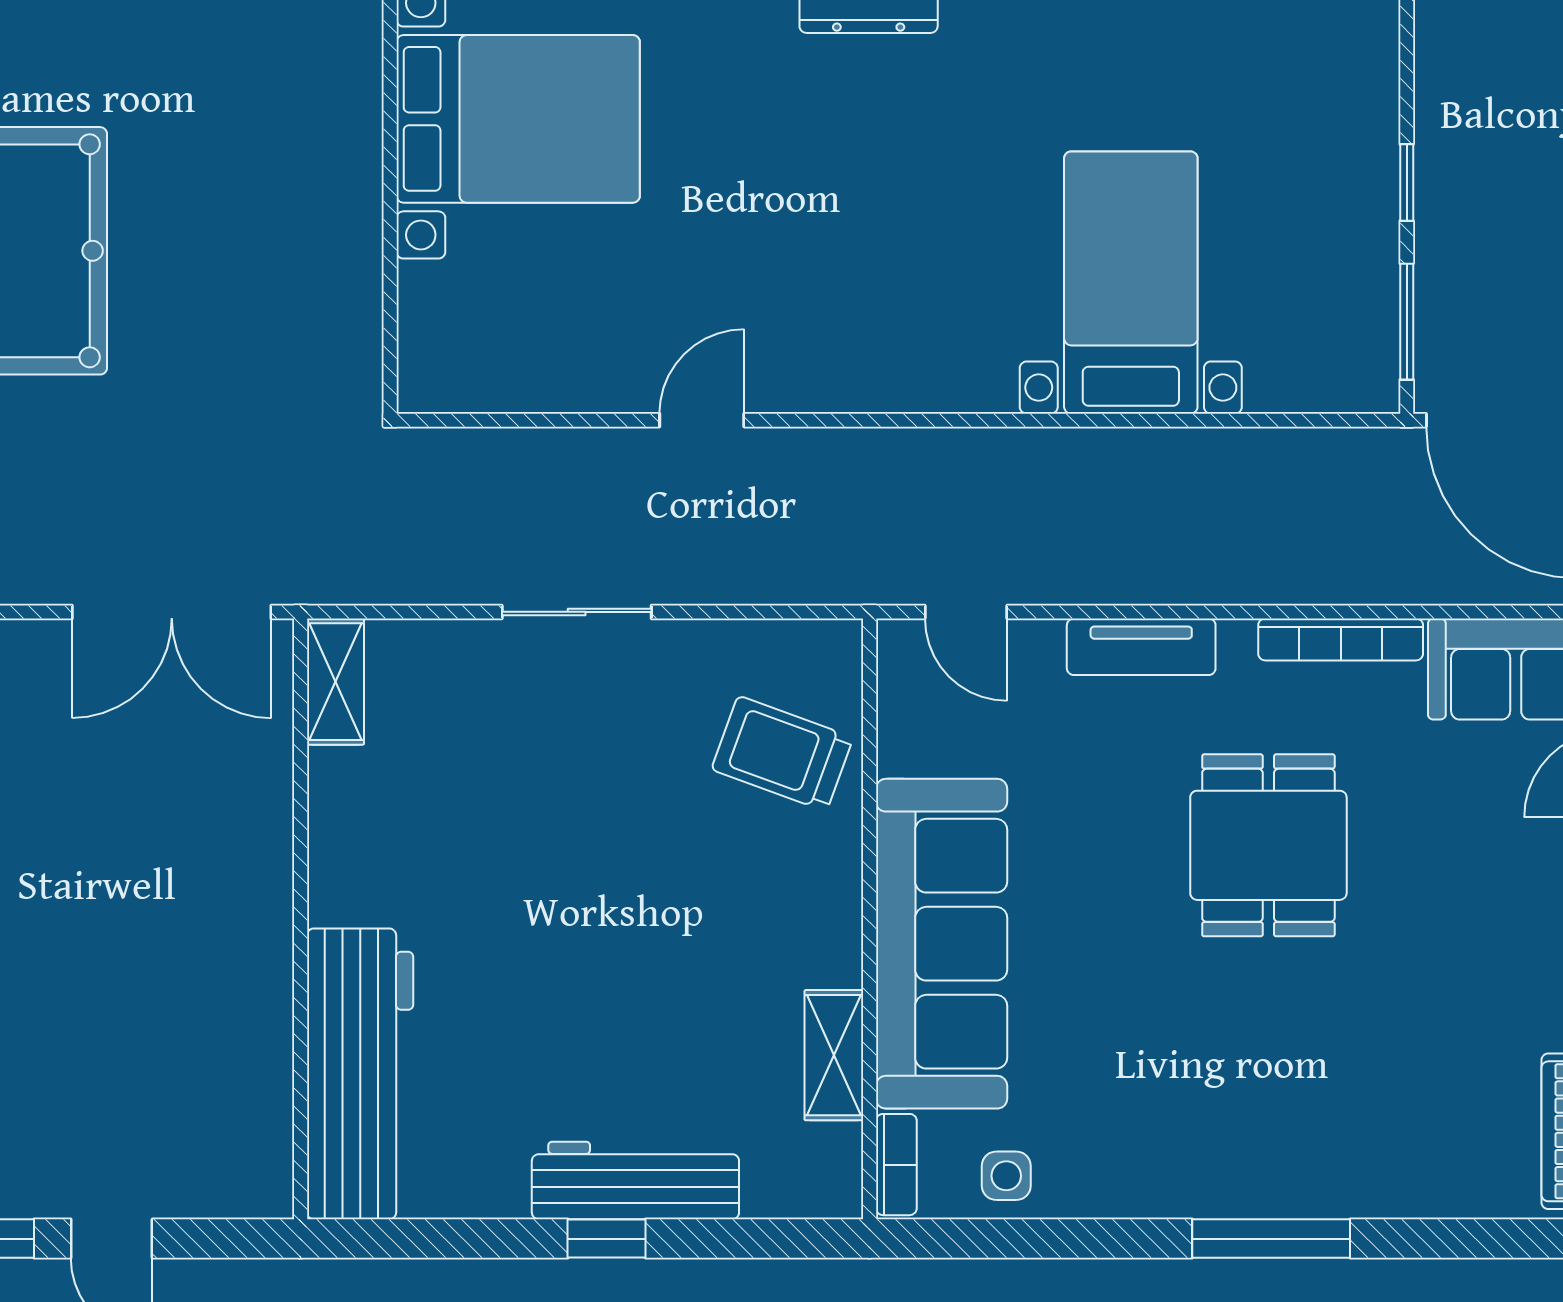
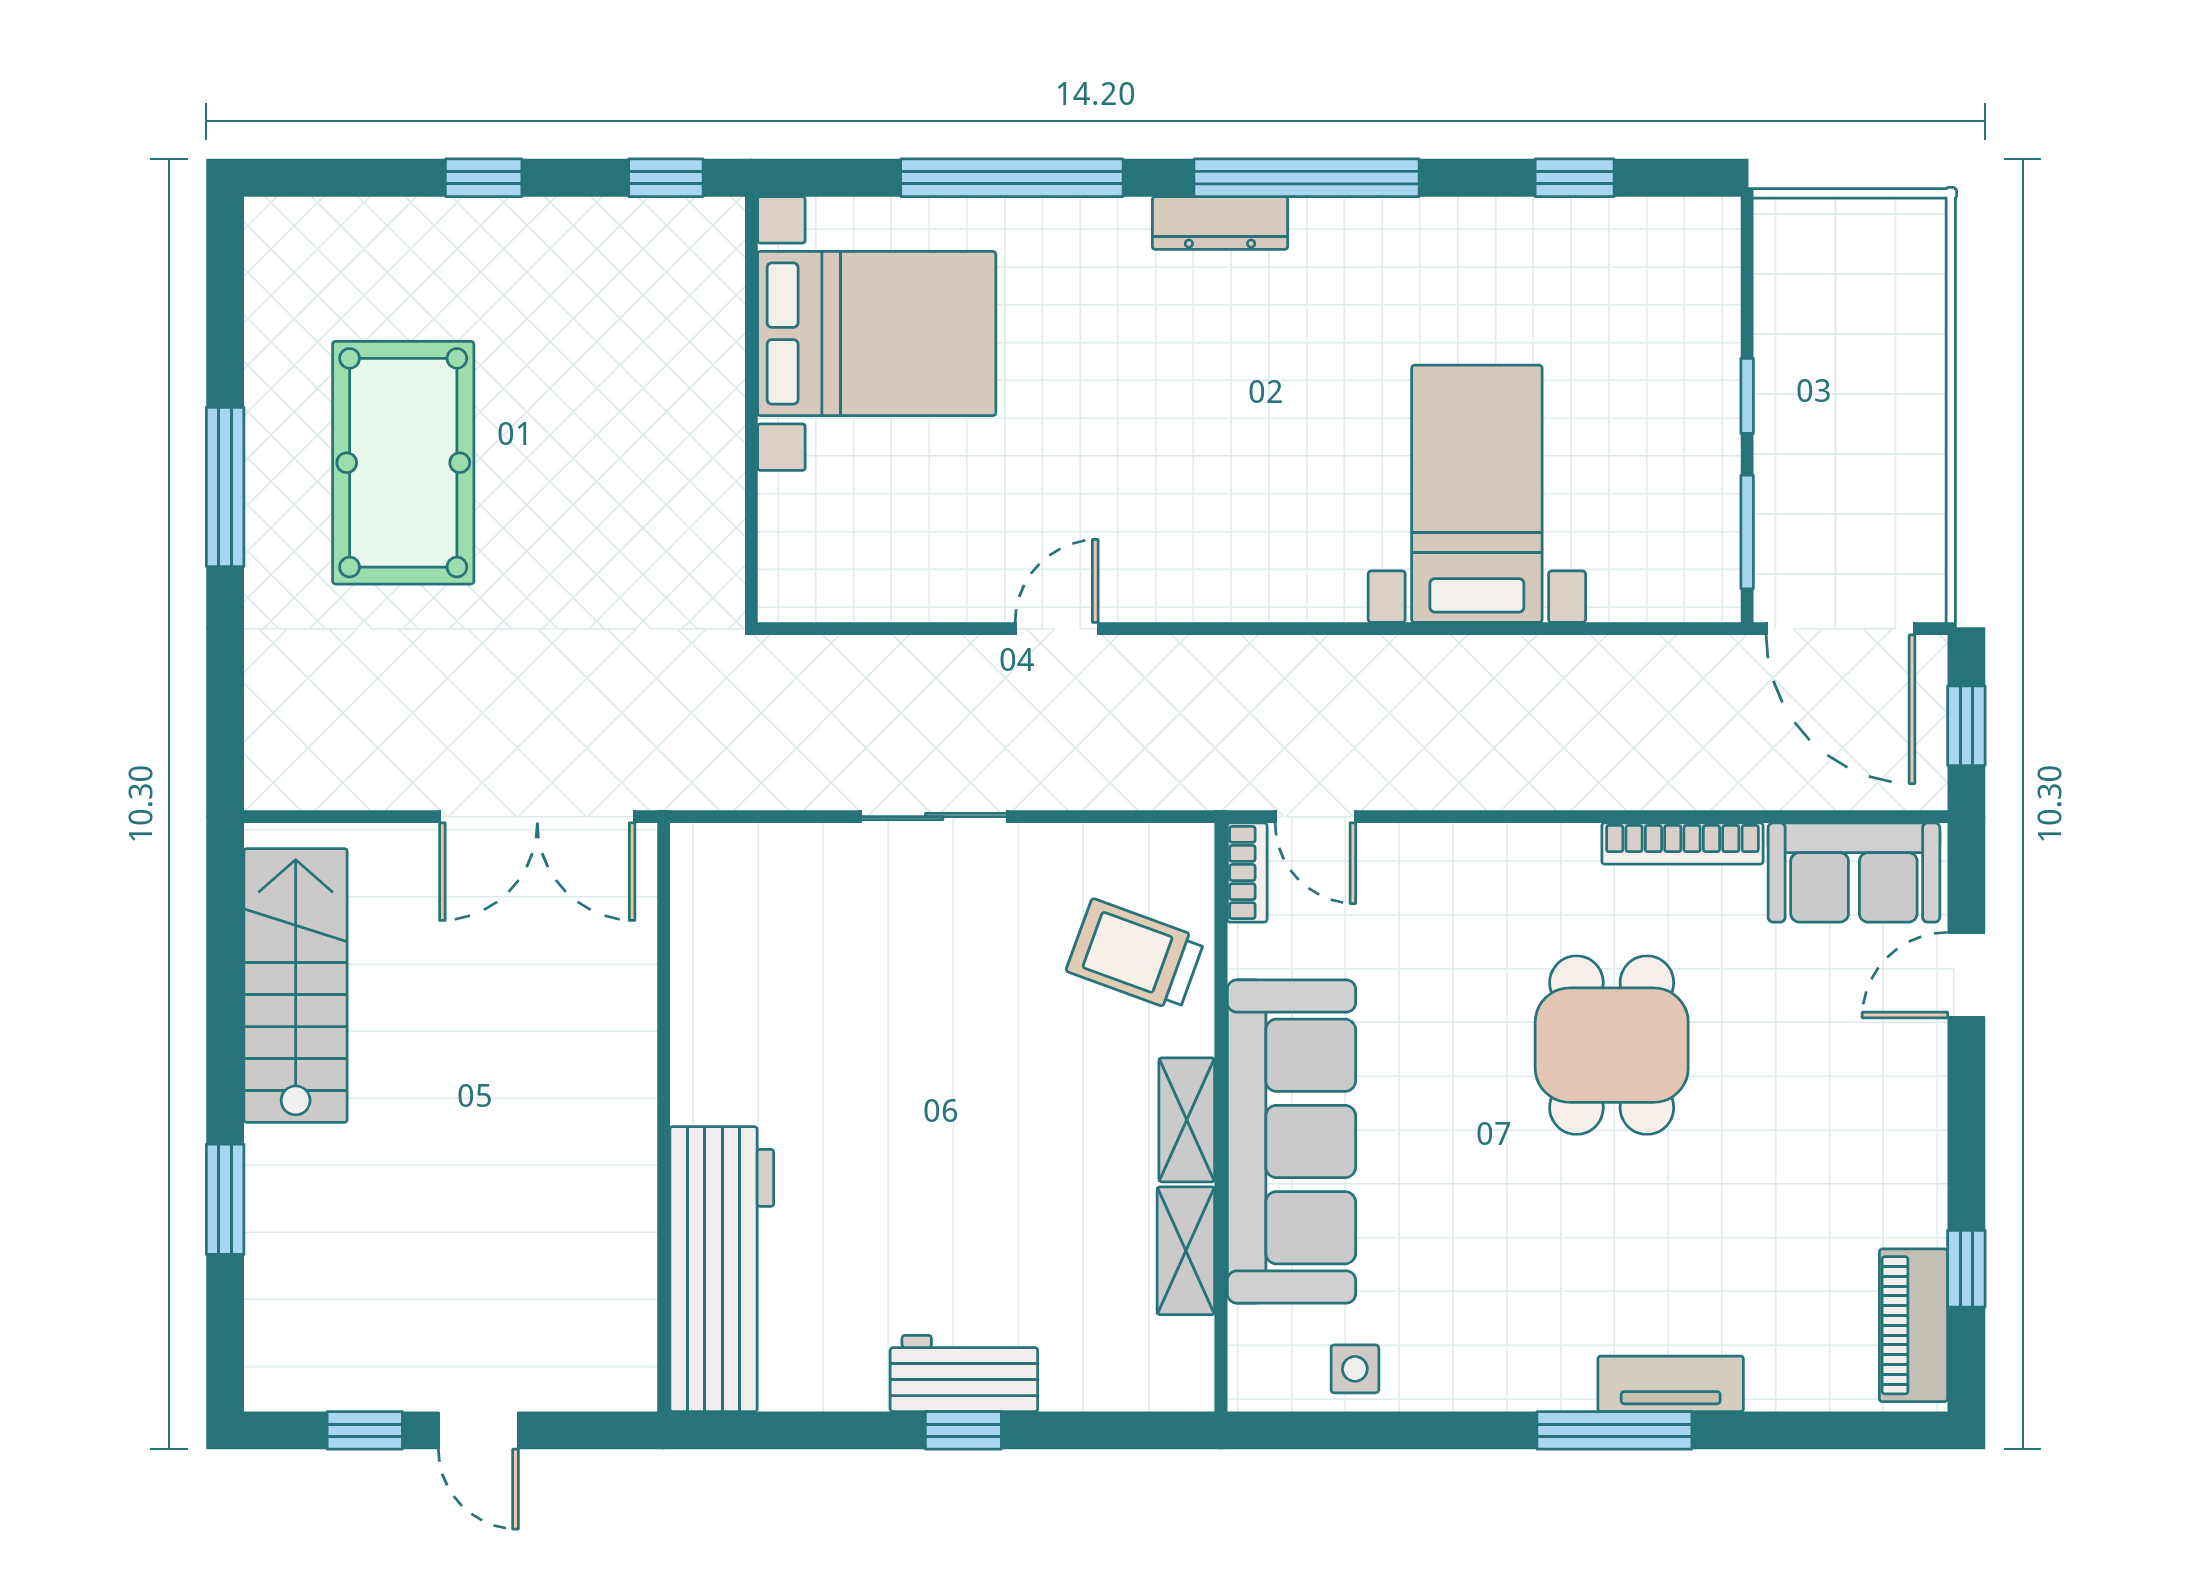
tv unit: (1141, 647) -> (1671, 1384), moved, turned 180
shelving: (335, 682) -> (1187, 1120), moved
bookcase: (896, 1165) -> (1247, 873), moved
workbench: (635, 1180) -> (964, 1373), width x0.73

